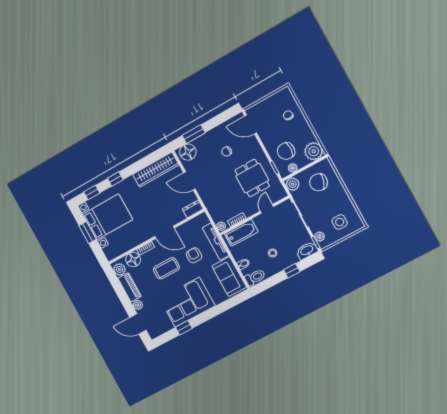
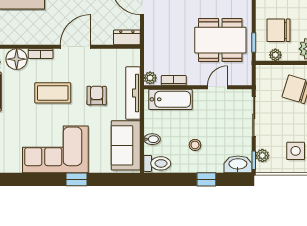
dining table: (252, 178) -> (220, 40), width x1.37
plant: (293, 184) -> (265, 74), removed
door: (164, 232) -> (75, 47), swing flipped
window: (184, 328) -> (77, 179), moved

